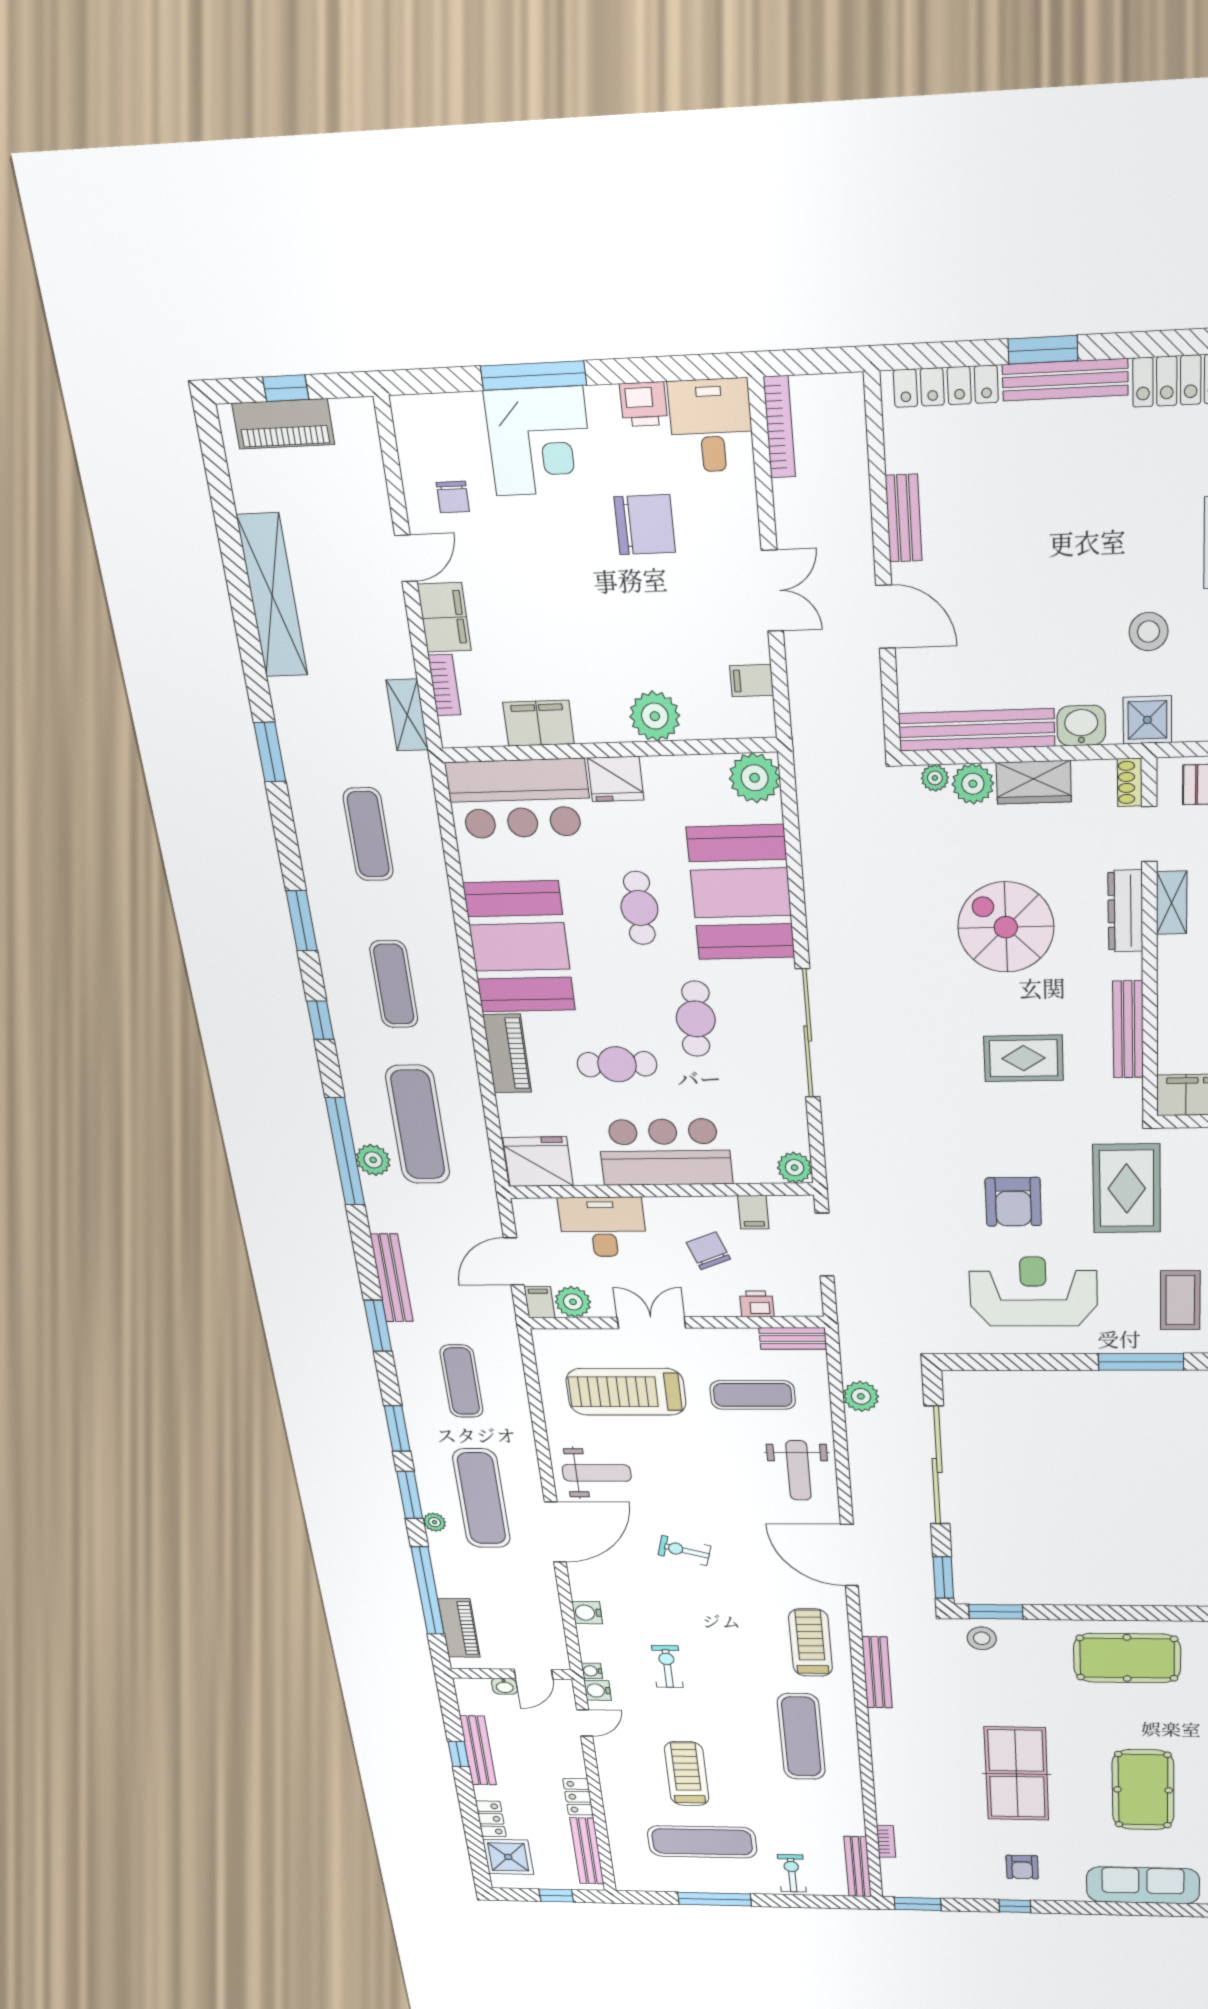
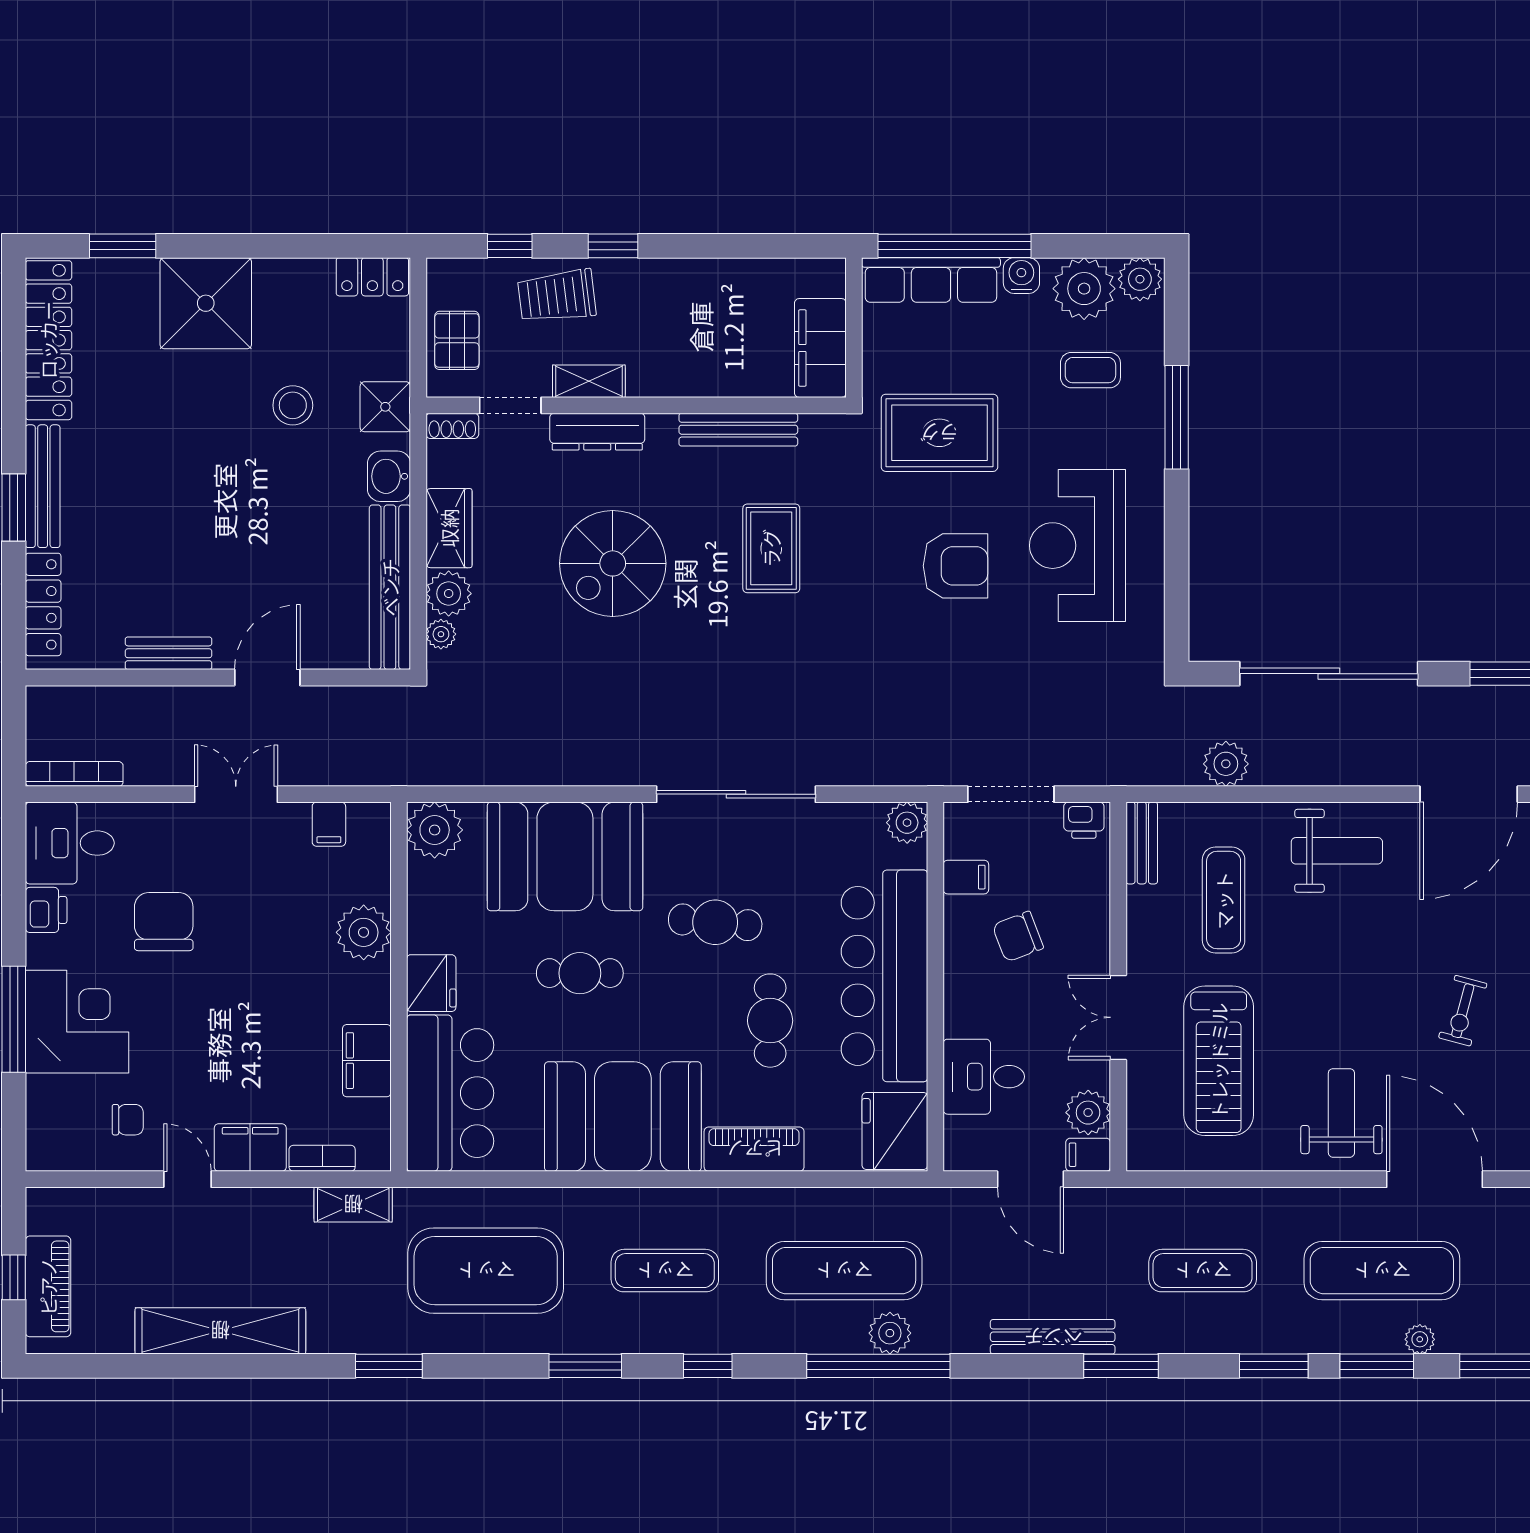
exercise mat: (368, 834) -> (486, 1271), width x2.00, depth x1.45
bar counter: (665, 1152) -> (884, 976), width x1.36
desk: (603, 1227) -> (984, 1077), width x0.73
coffee table: (1180, 1300) -> (1090, 370), width x0.73, depth x0.77
printer: (757, 1304) -> (1084, 820), moved, turned -90

